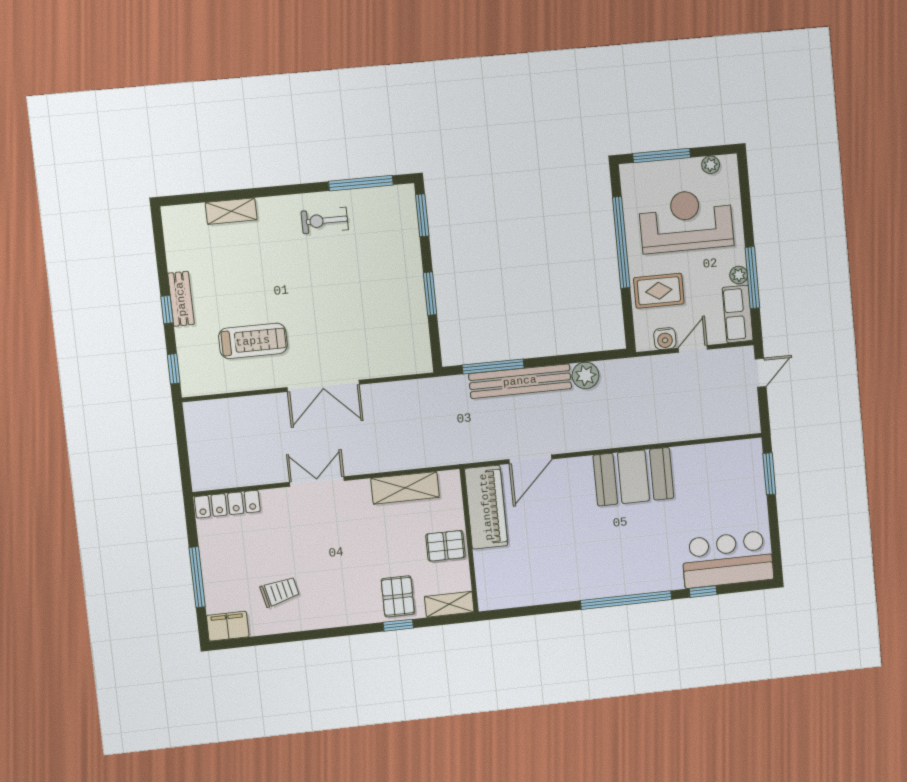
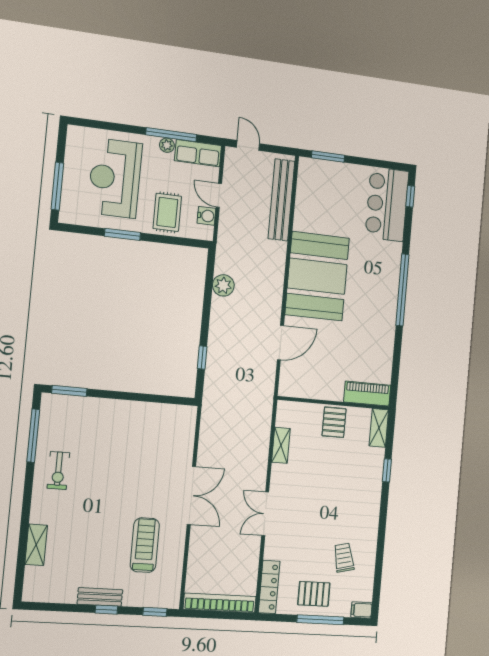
plant: (711, 165) -> (73, 148), removed
window: (621, 242) -> (122, 234), width x0.47
window: (430, 294) -> (134, 397), removed
window: (493, 367) -> (202, 358), width x0.46
bench: (520, 381) -> (281, 200), moved
bookcase: (198, 446) -> (220, 603), added
door: (530, 459) -> (280, 343), hinge flipped
booth: (633, 477) -> (317, 276), width x1.36, depth x1.42
shelving: (405, 488) -> (281, 445), width x0.67, depth x0.75
piano: (486, 507) -> (367, 394), moved, width x0.73, depth x0.75
window: (703, 592) -> (410, 196), moved
pallet: (398, 596) -> (314, 594), moved
filing cabinet: (228, 626) -> (361, 610), width x0.50

